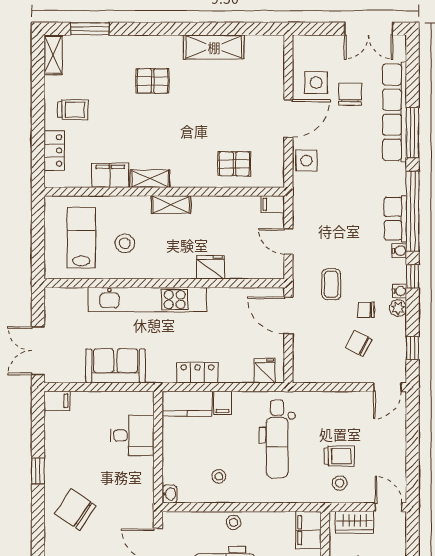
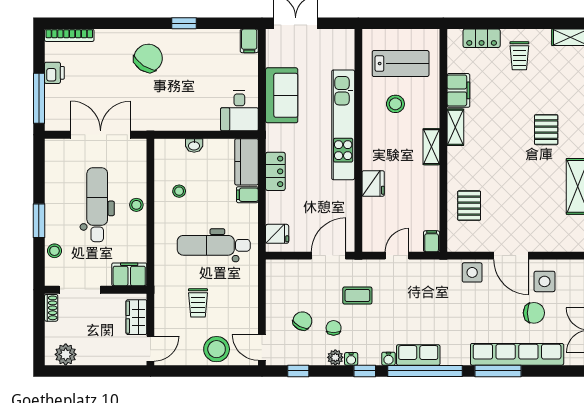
desk: (132, 436) -> (239, 111), moved
stool: (340, 483) -> (217, 349), moved, width x1.89, depth x1.89
washbasin: (170, 494) -> (194, 145), moved

